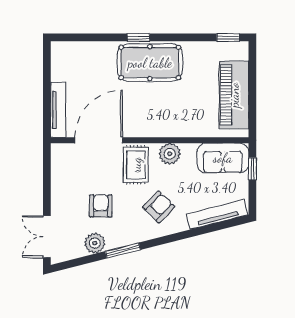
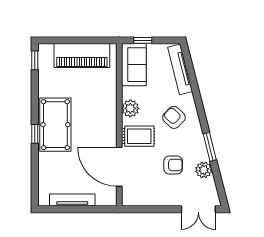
tv unit: (58, 110) -> (72, 200), moved
armchair: (101, 206) -> (173, 165), turned 180

